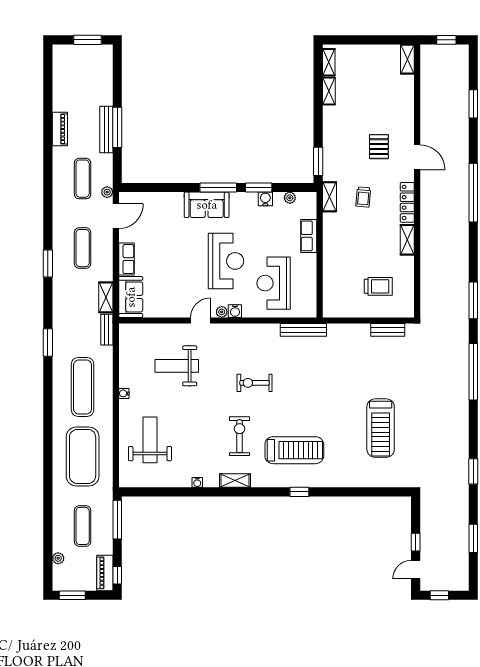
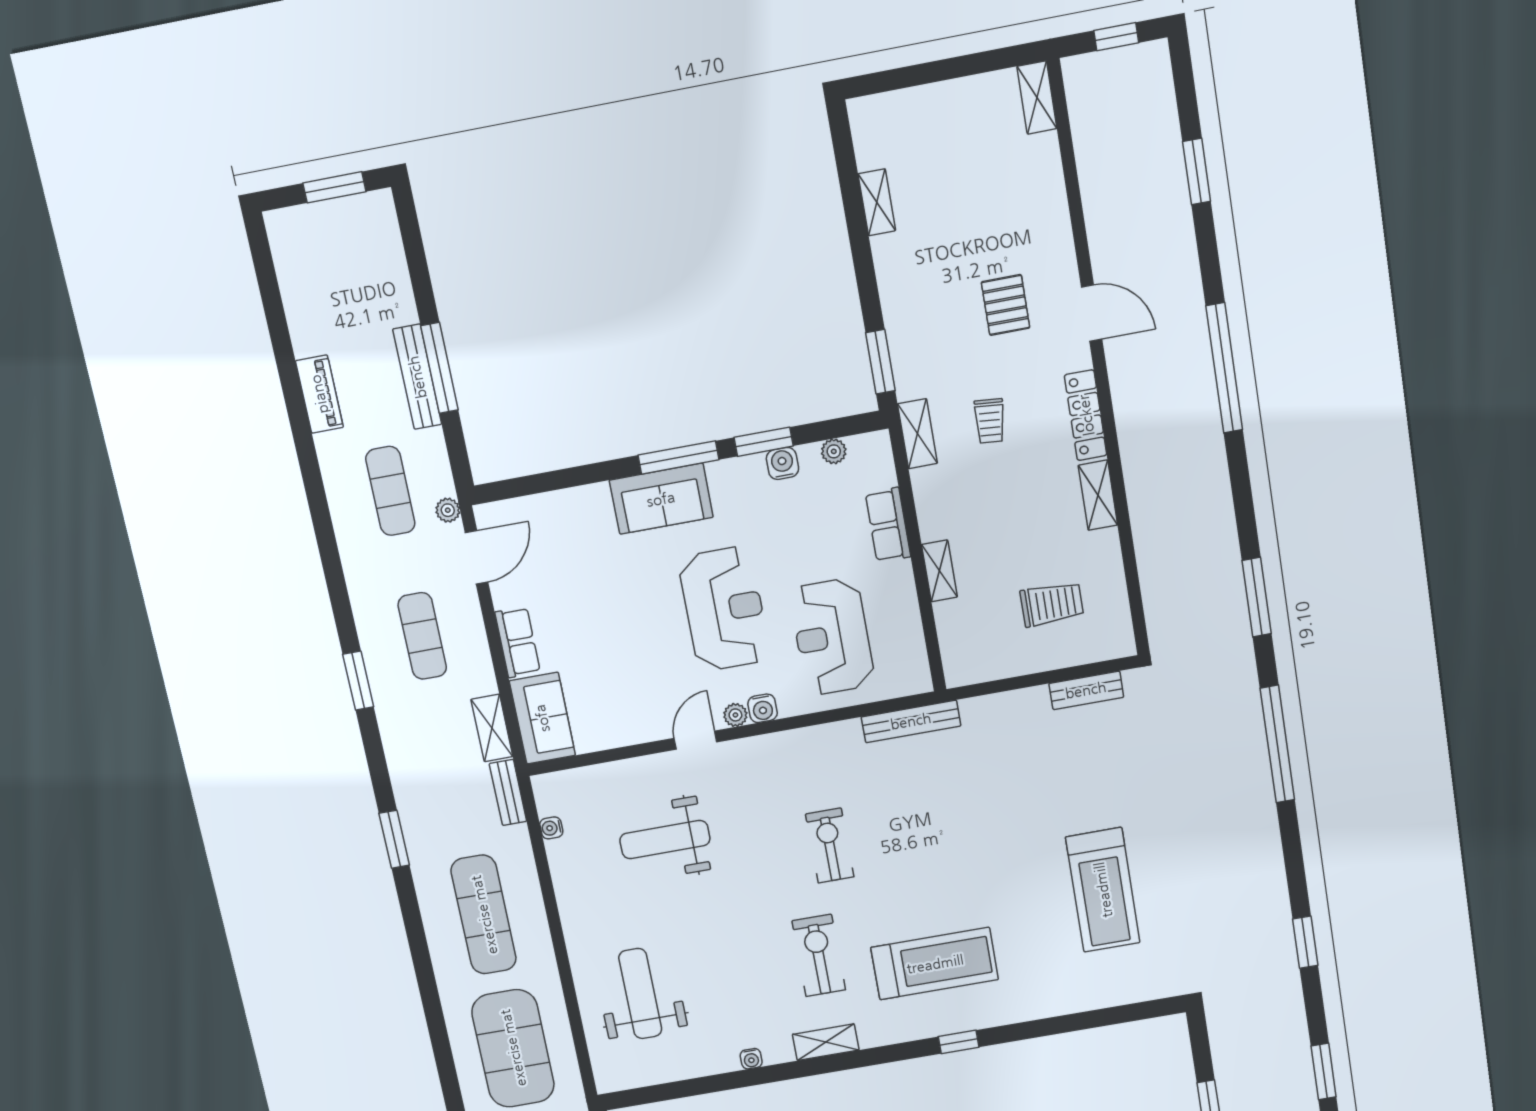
shelving: (329, 62) -> (939, 571), moved
exercise bike: (255, 383) -> (830, 845), turned 90
water cooler: (124, 393) -> (551, 828), moved

